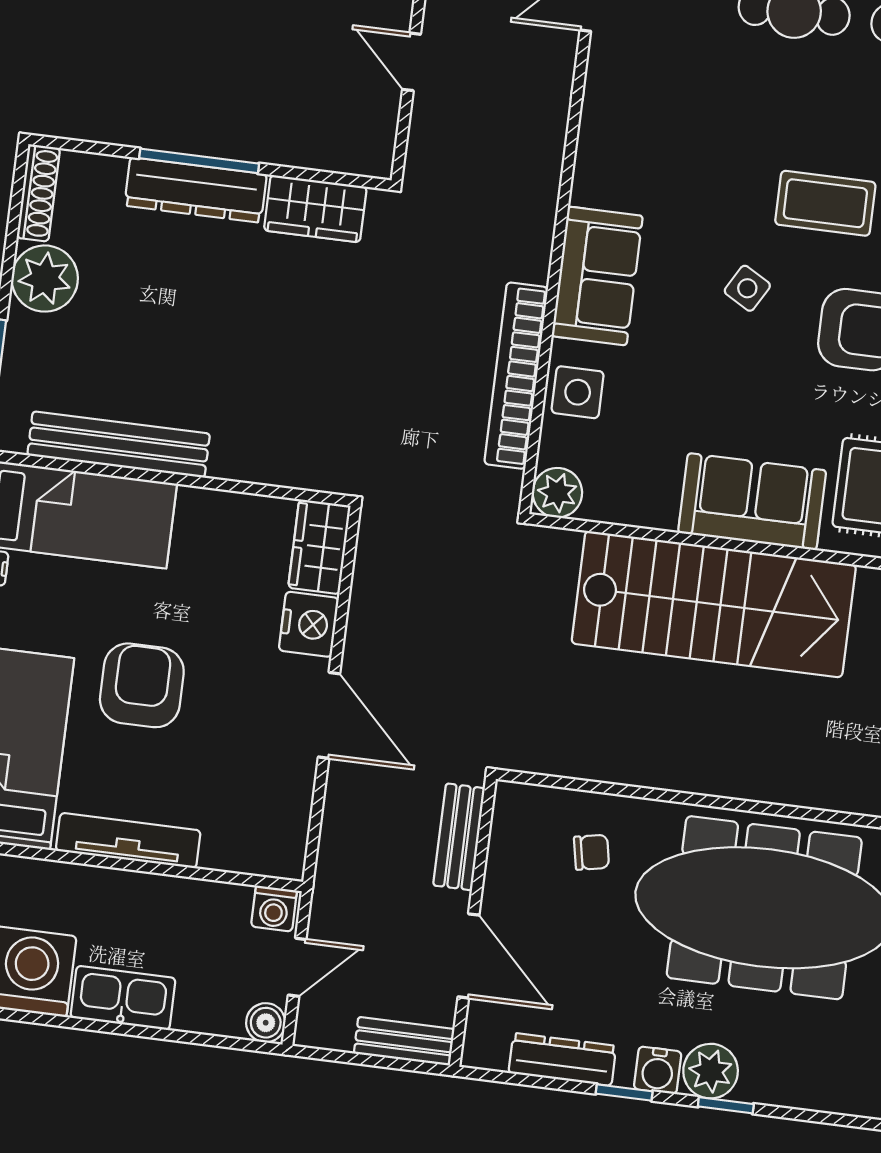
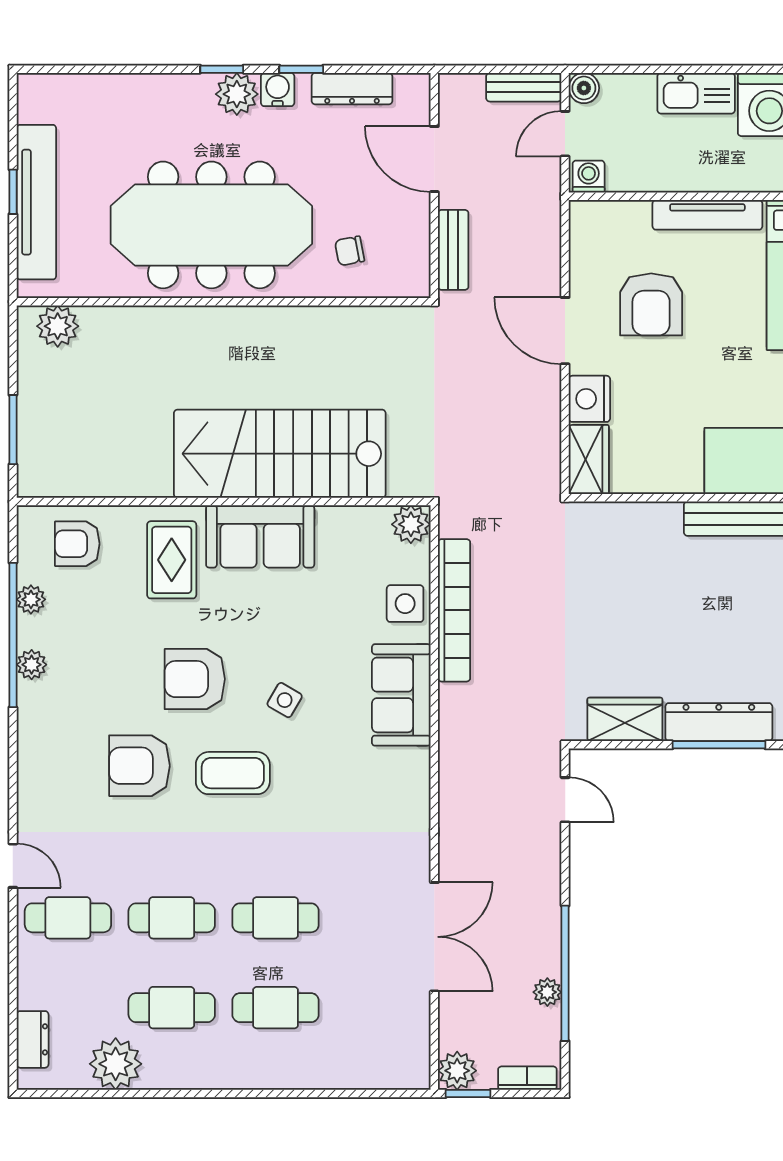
door: (412, 62) -> (565, 800), moved
armchair: (142, 685) -> (651, 304), moved
bench: (404, 1041) -> (524, 87), moved

